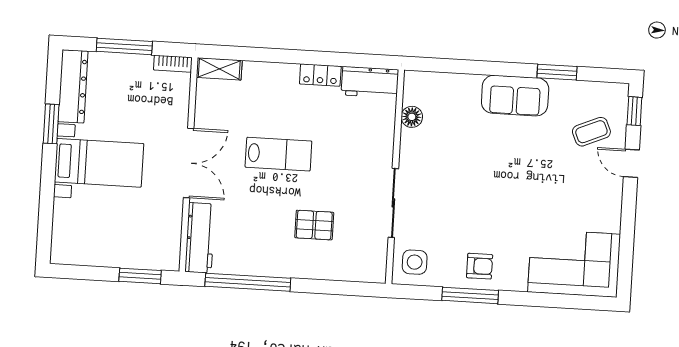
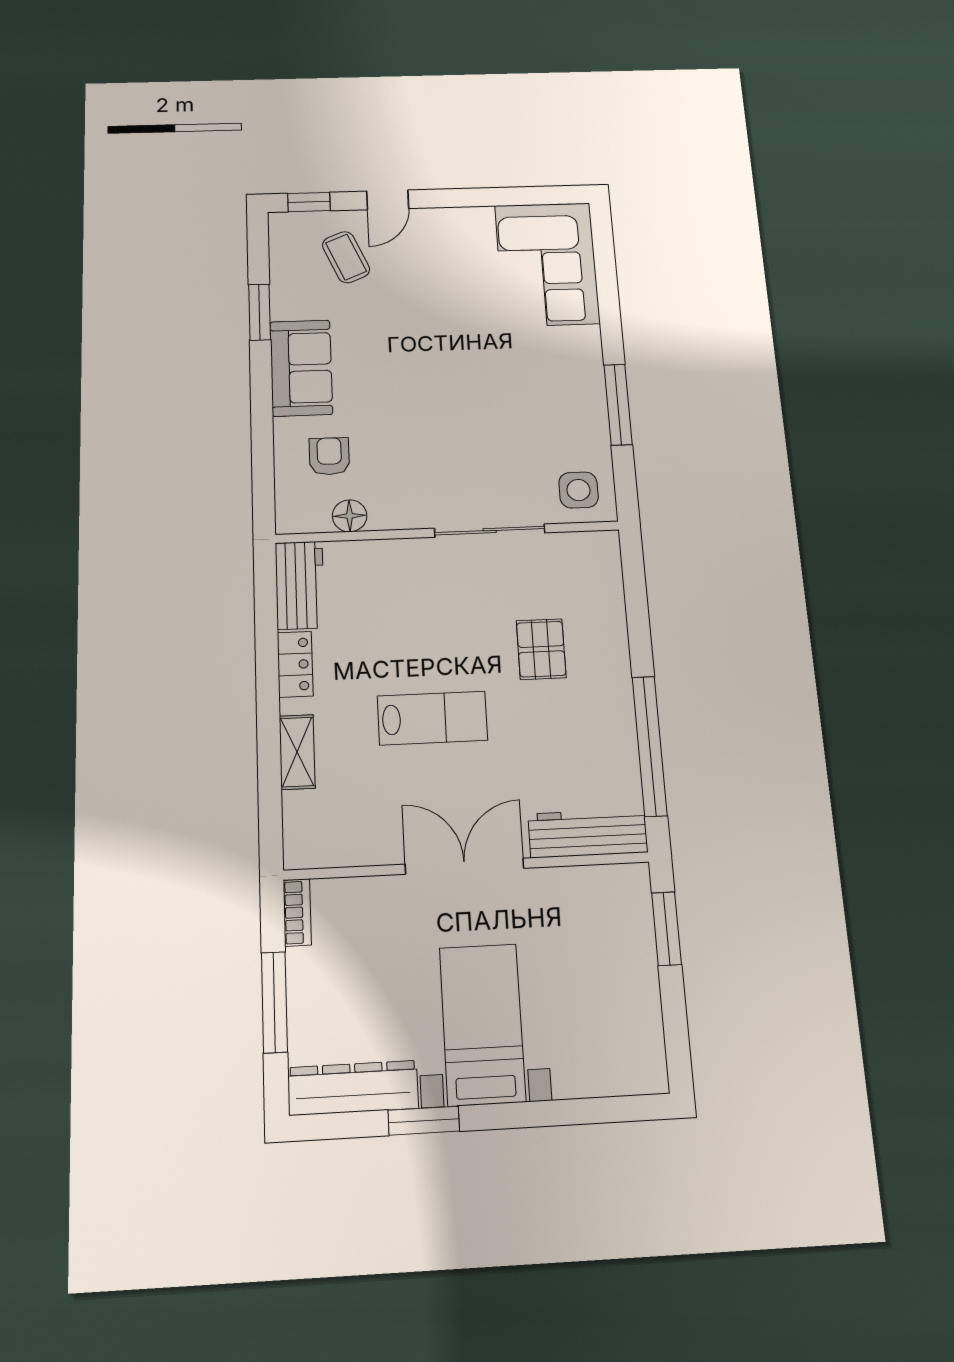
shelving: (219, 69) -> (297, 752), moved
lab bench: (278, 154) -> (432, 718), turned 90
armchair: (480, 266) -> (329, 456), moved

